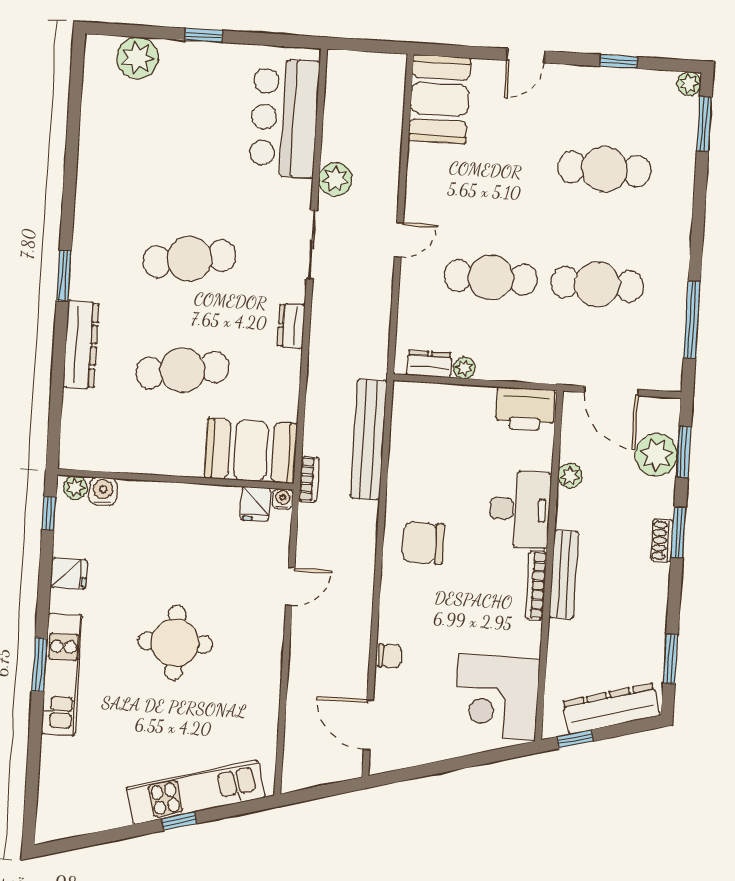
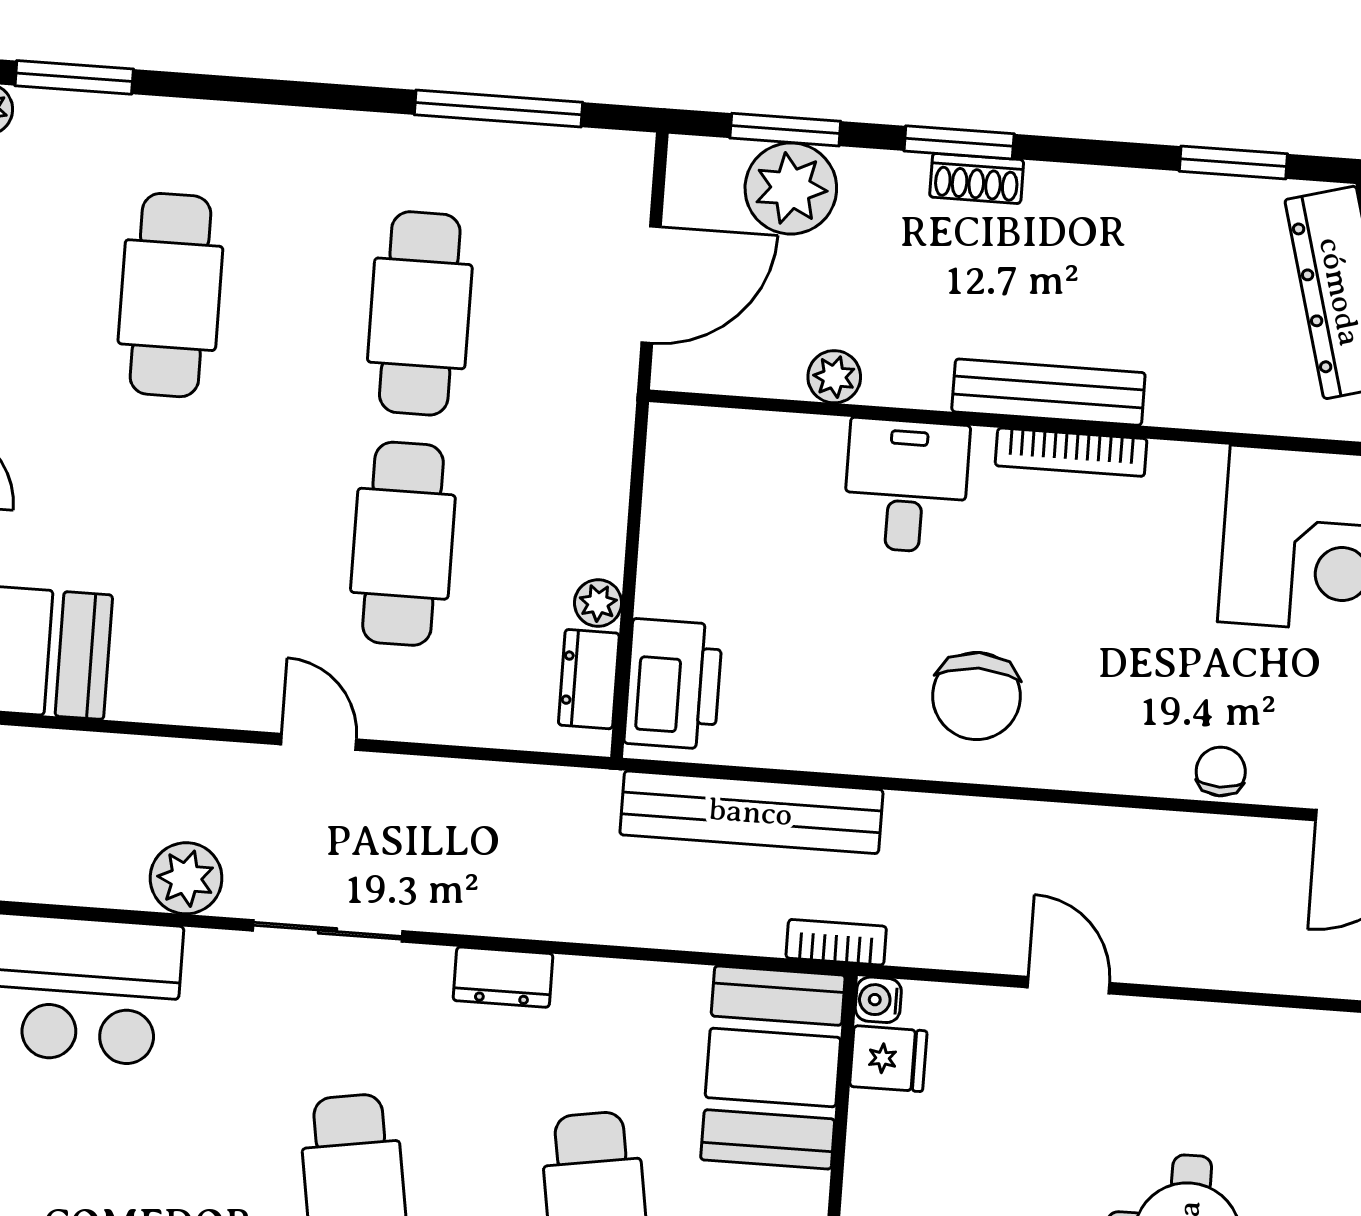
printer: (525, 409) -> (673, 684), moved
desk: (520, 509) -> (906, 486), width x0.73

